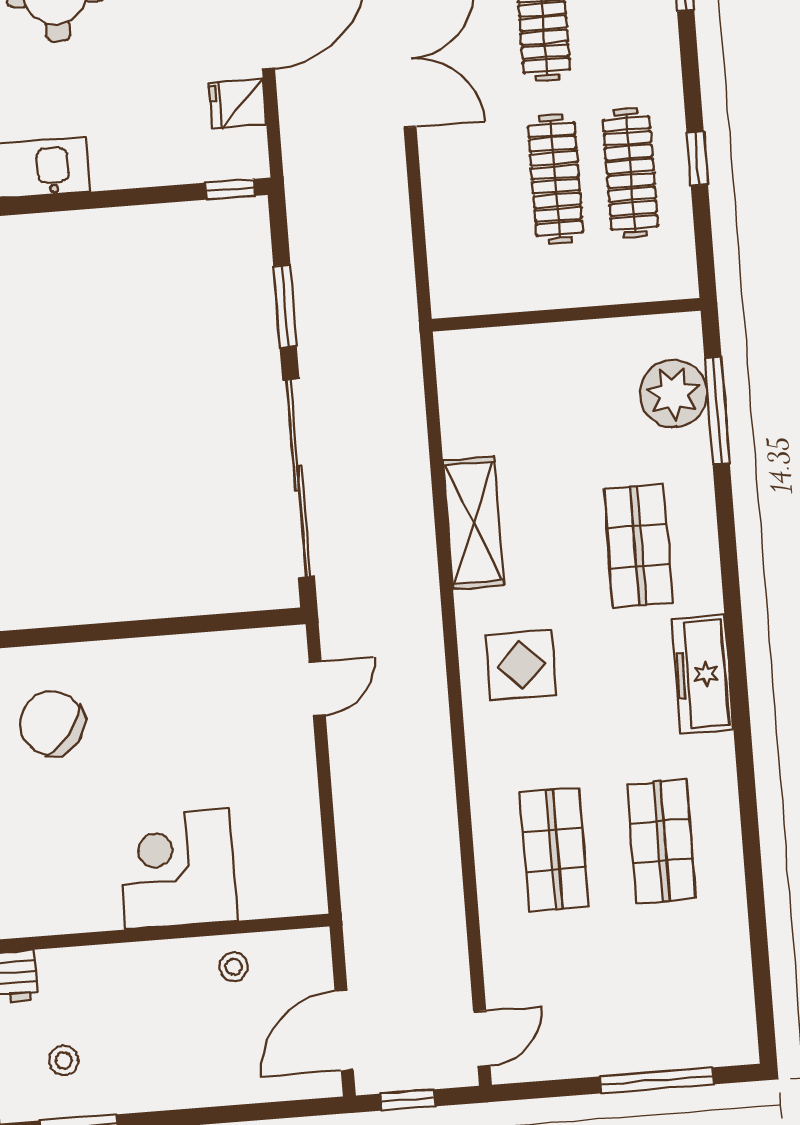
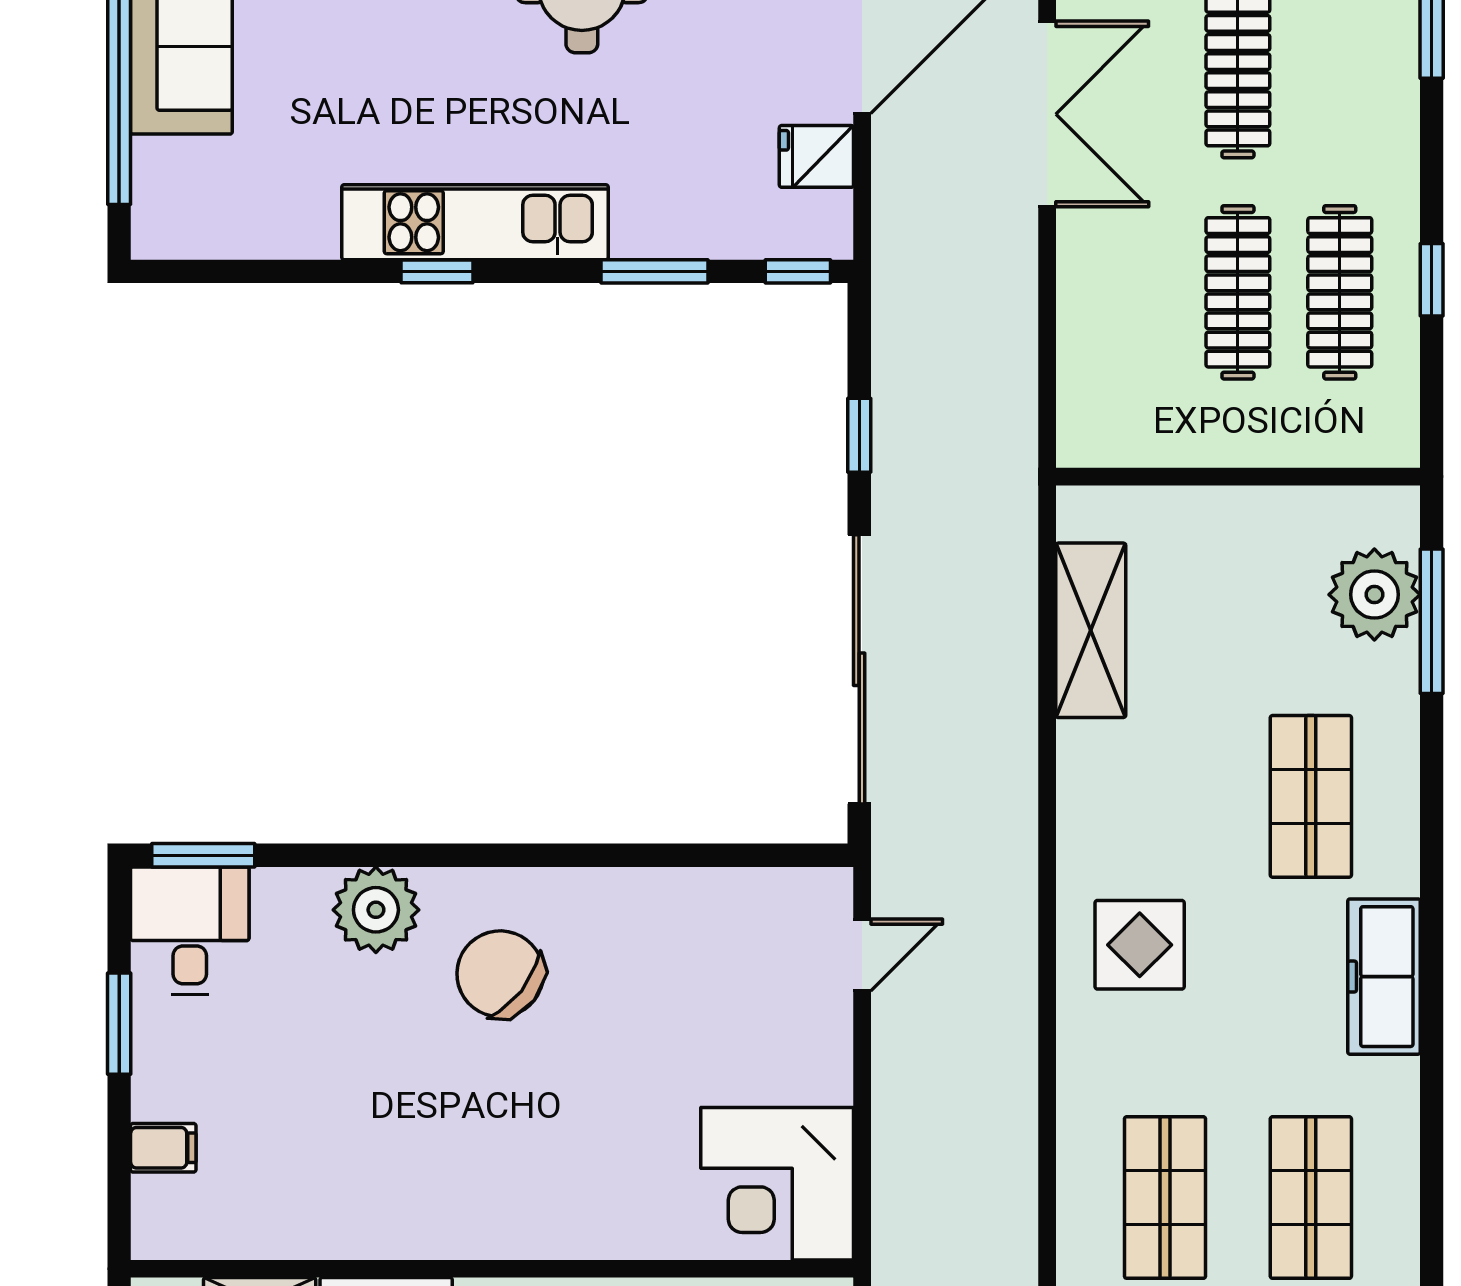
window: (125, 198) -> (655, 271), added
window: (285, 306) -> (859, 435), width x0.67
shelving: (473, 523) -> (1091, 630), moved
corner desk: (177, 869) -> (777, 1184), moved, turned -90

